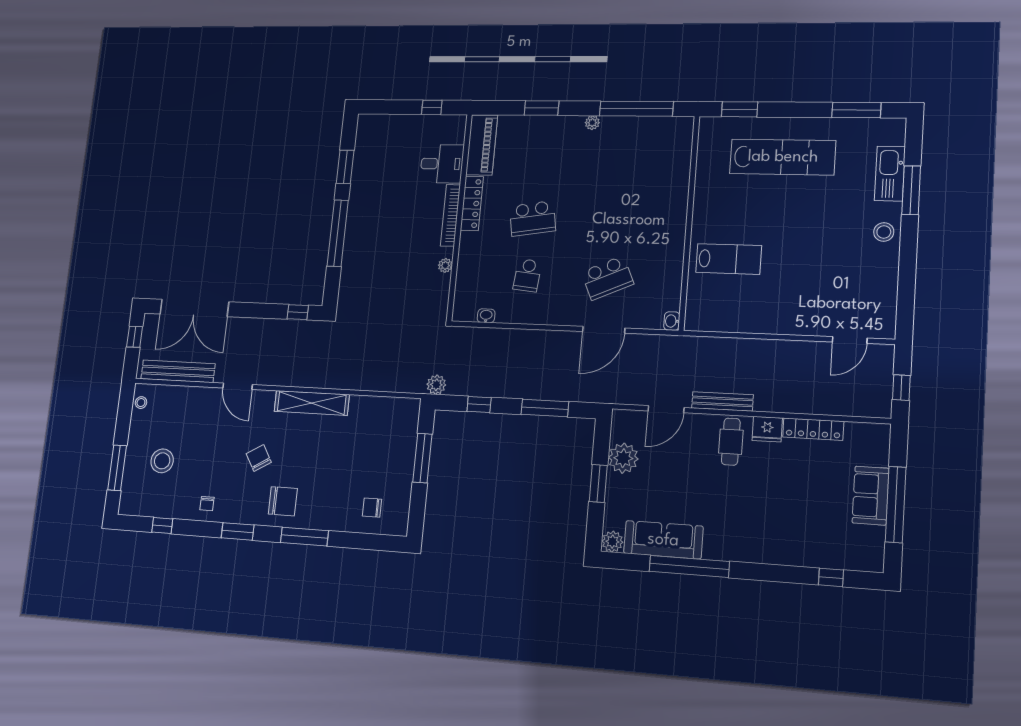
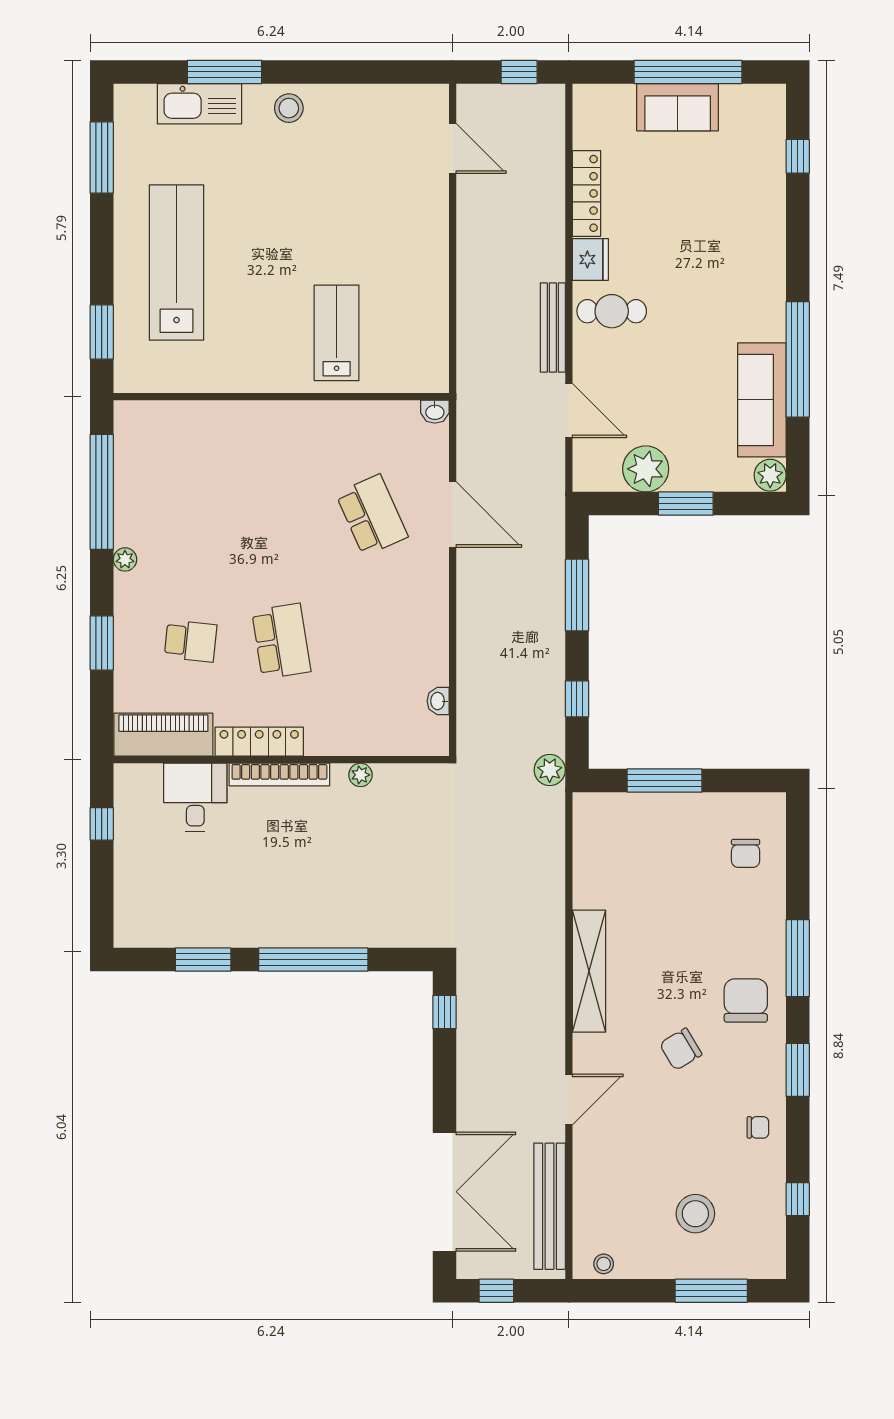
school desk: (527, 275) -> (191, 641), moved

